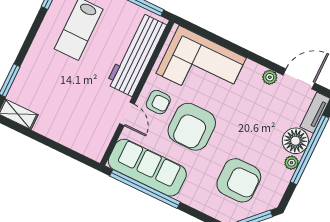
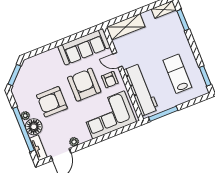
armchair: (158, 102) -> (110, 80), turned -90
shelving: (79, 140) -> (126, 27), added
armchair: (239, 180) -> (52, 102), moved
window: (145, 189) -> (75, 37), removed

